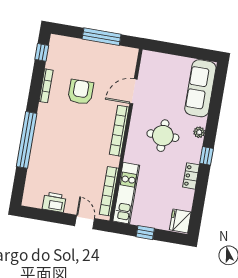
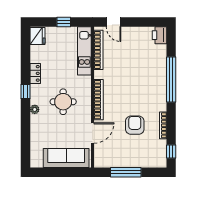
sofa: (200, 88) -> (66, 158), moved, turned -90
armchair: (81, 92) -> (135, 125), turned 180
printer: (54, 202) -> (159, 35), moved, turned 90

